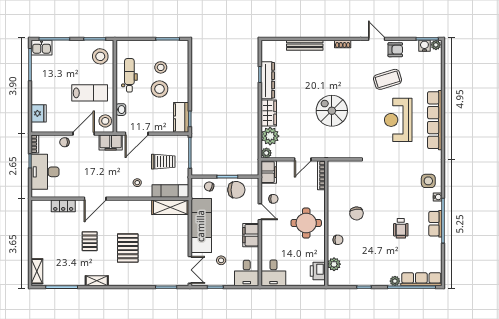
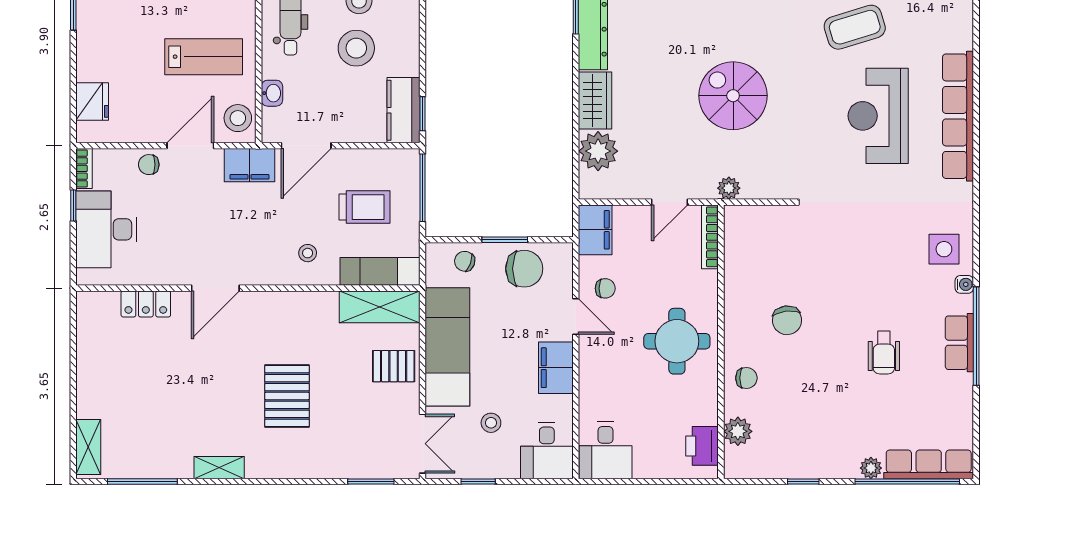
plant: (266, 153) -> (729, 188), moved
pallet: (90, 241) -> (394, 366), moved, turned 90

